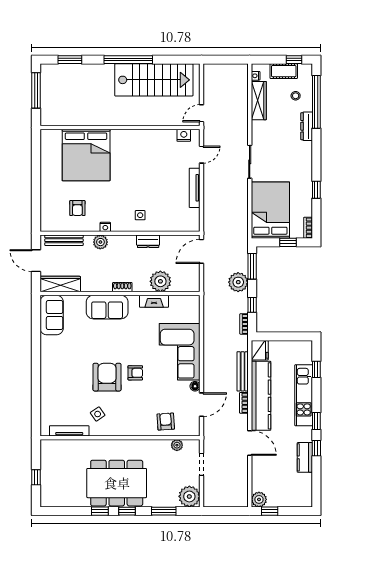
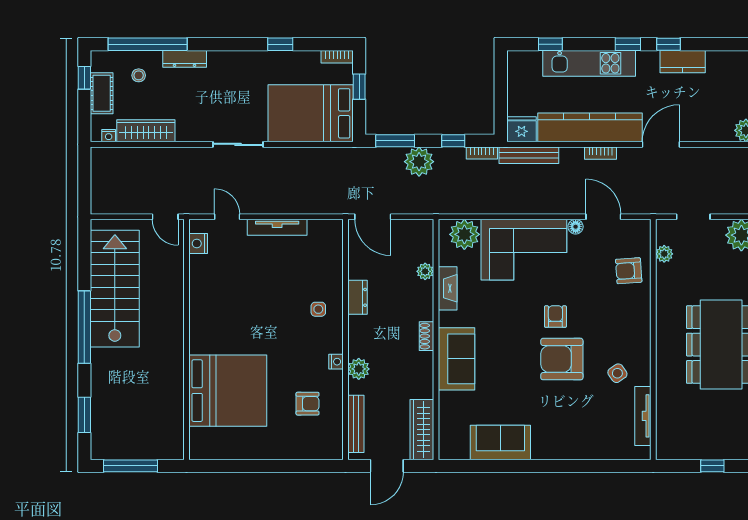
plant: (160, 281) -> (425, 271), width x0.53, depth x0.53
plant: (190, 312) -> (464, 234), added
sofa: (52, 315) -> (500, 442), moved
bench: (243, 371) -> (529, 155), moved

